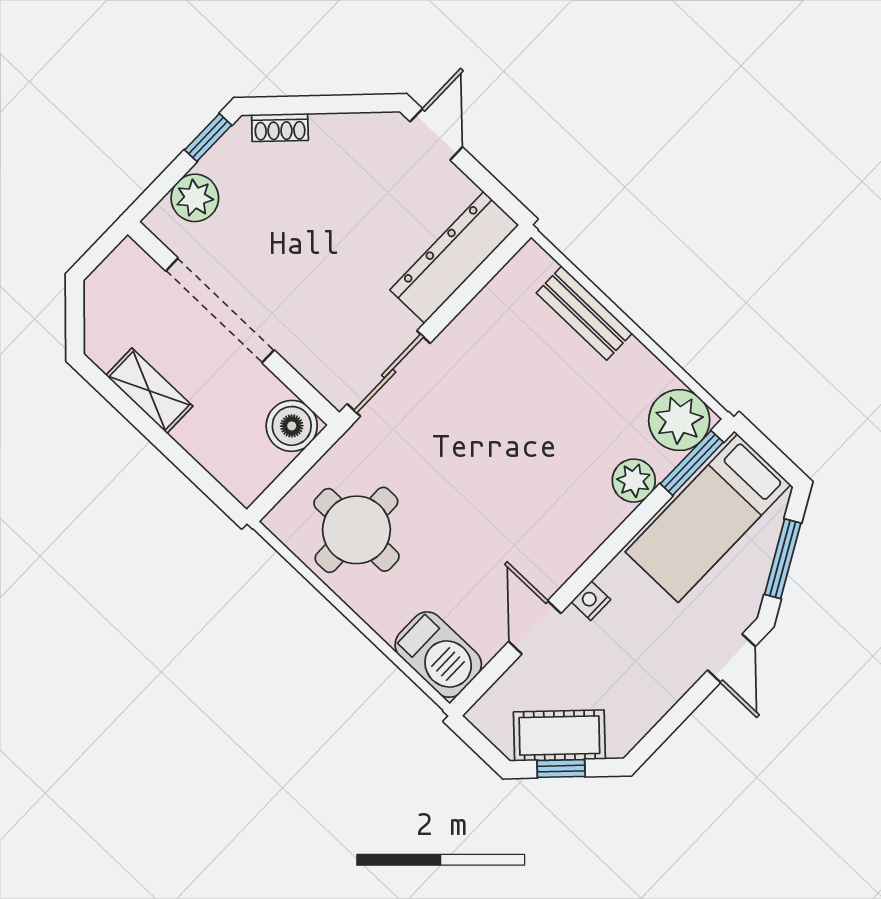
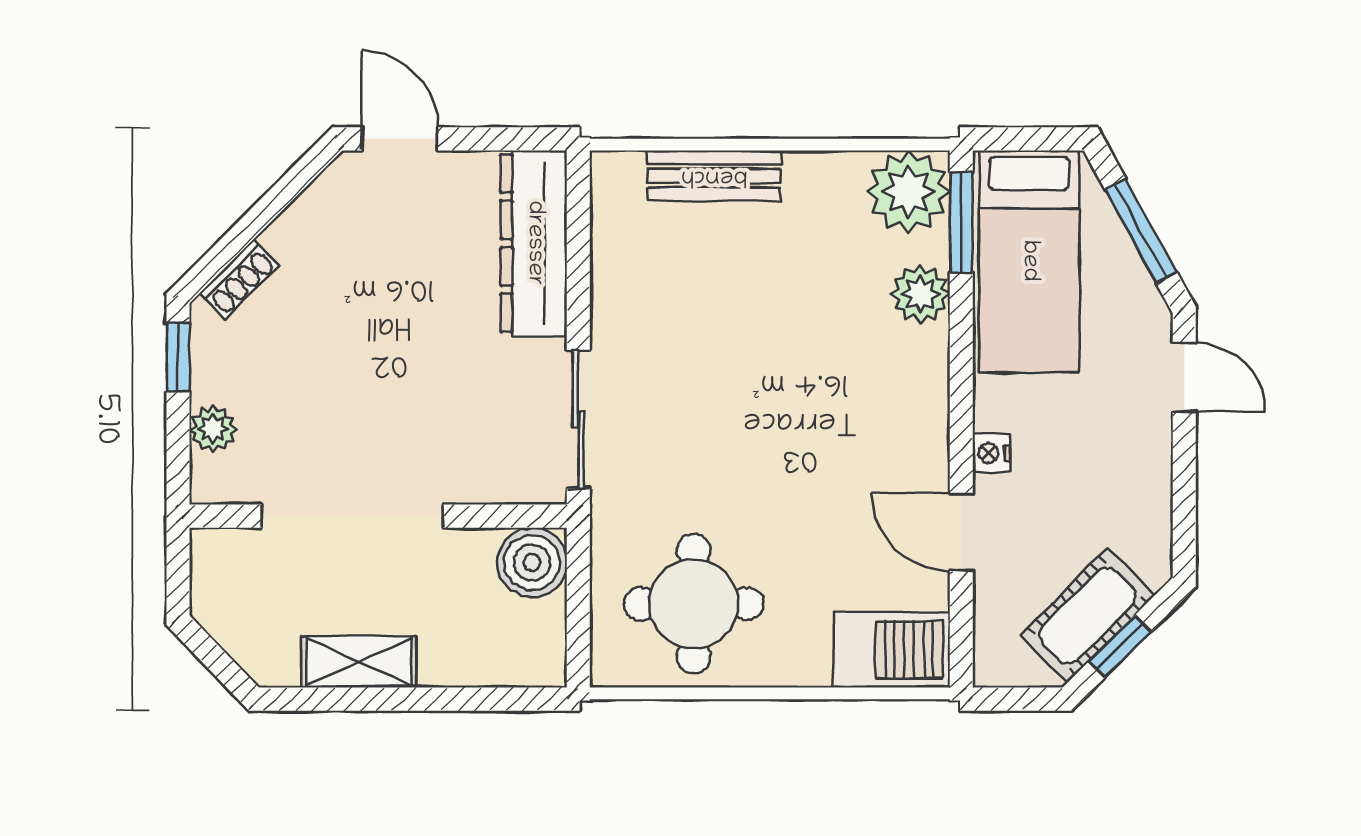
plant: (195, 198) -> (213, 429), width x0.73, depth x0.73

